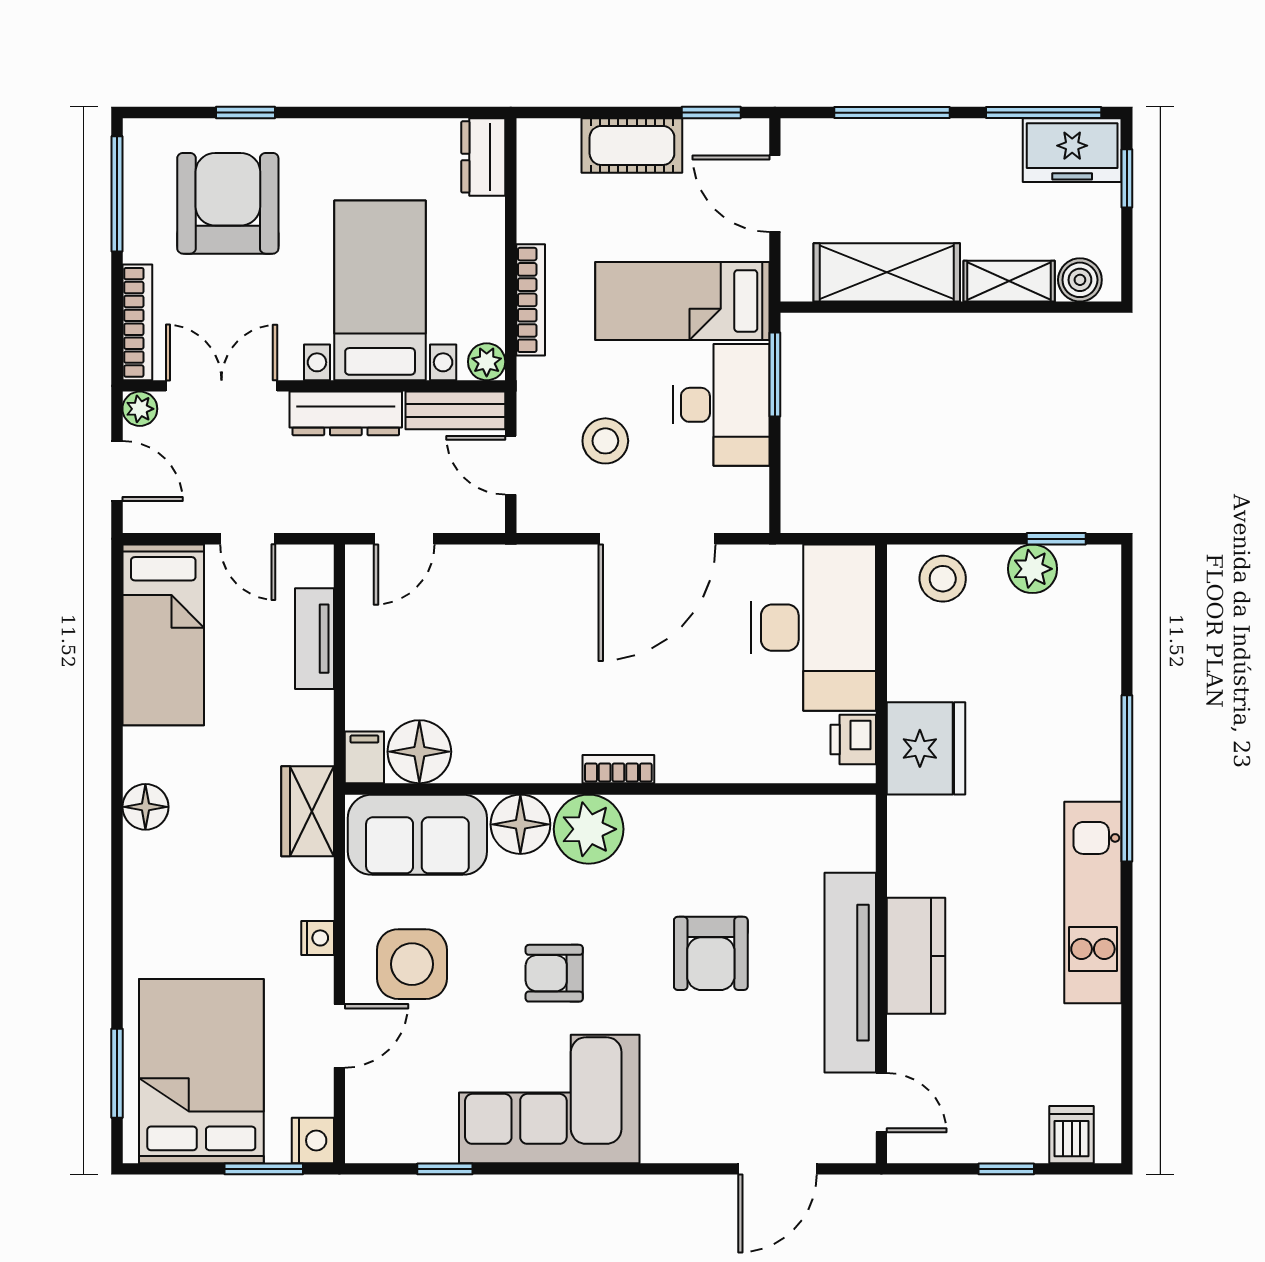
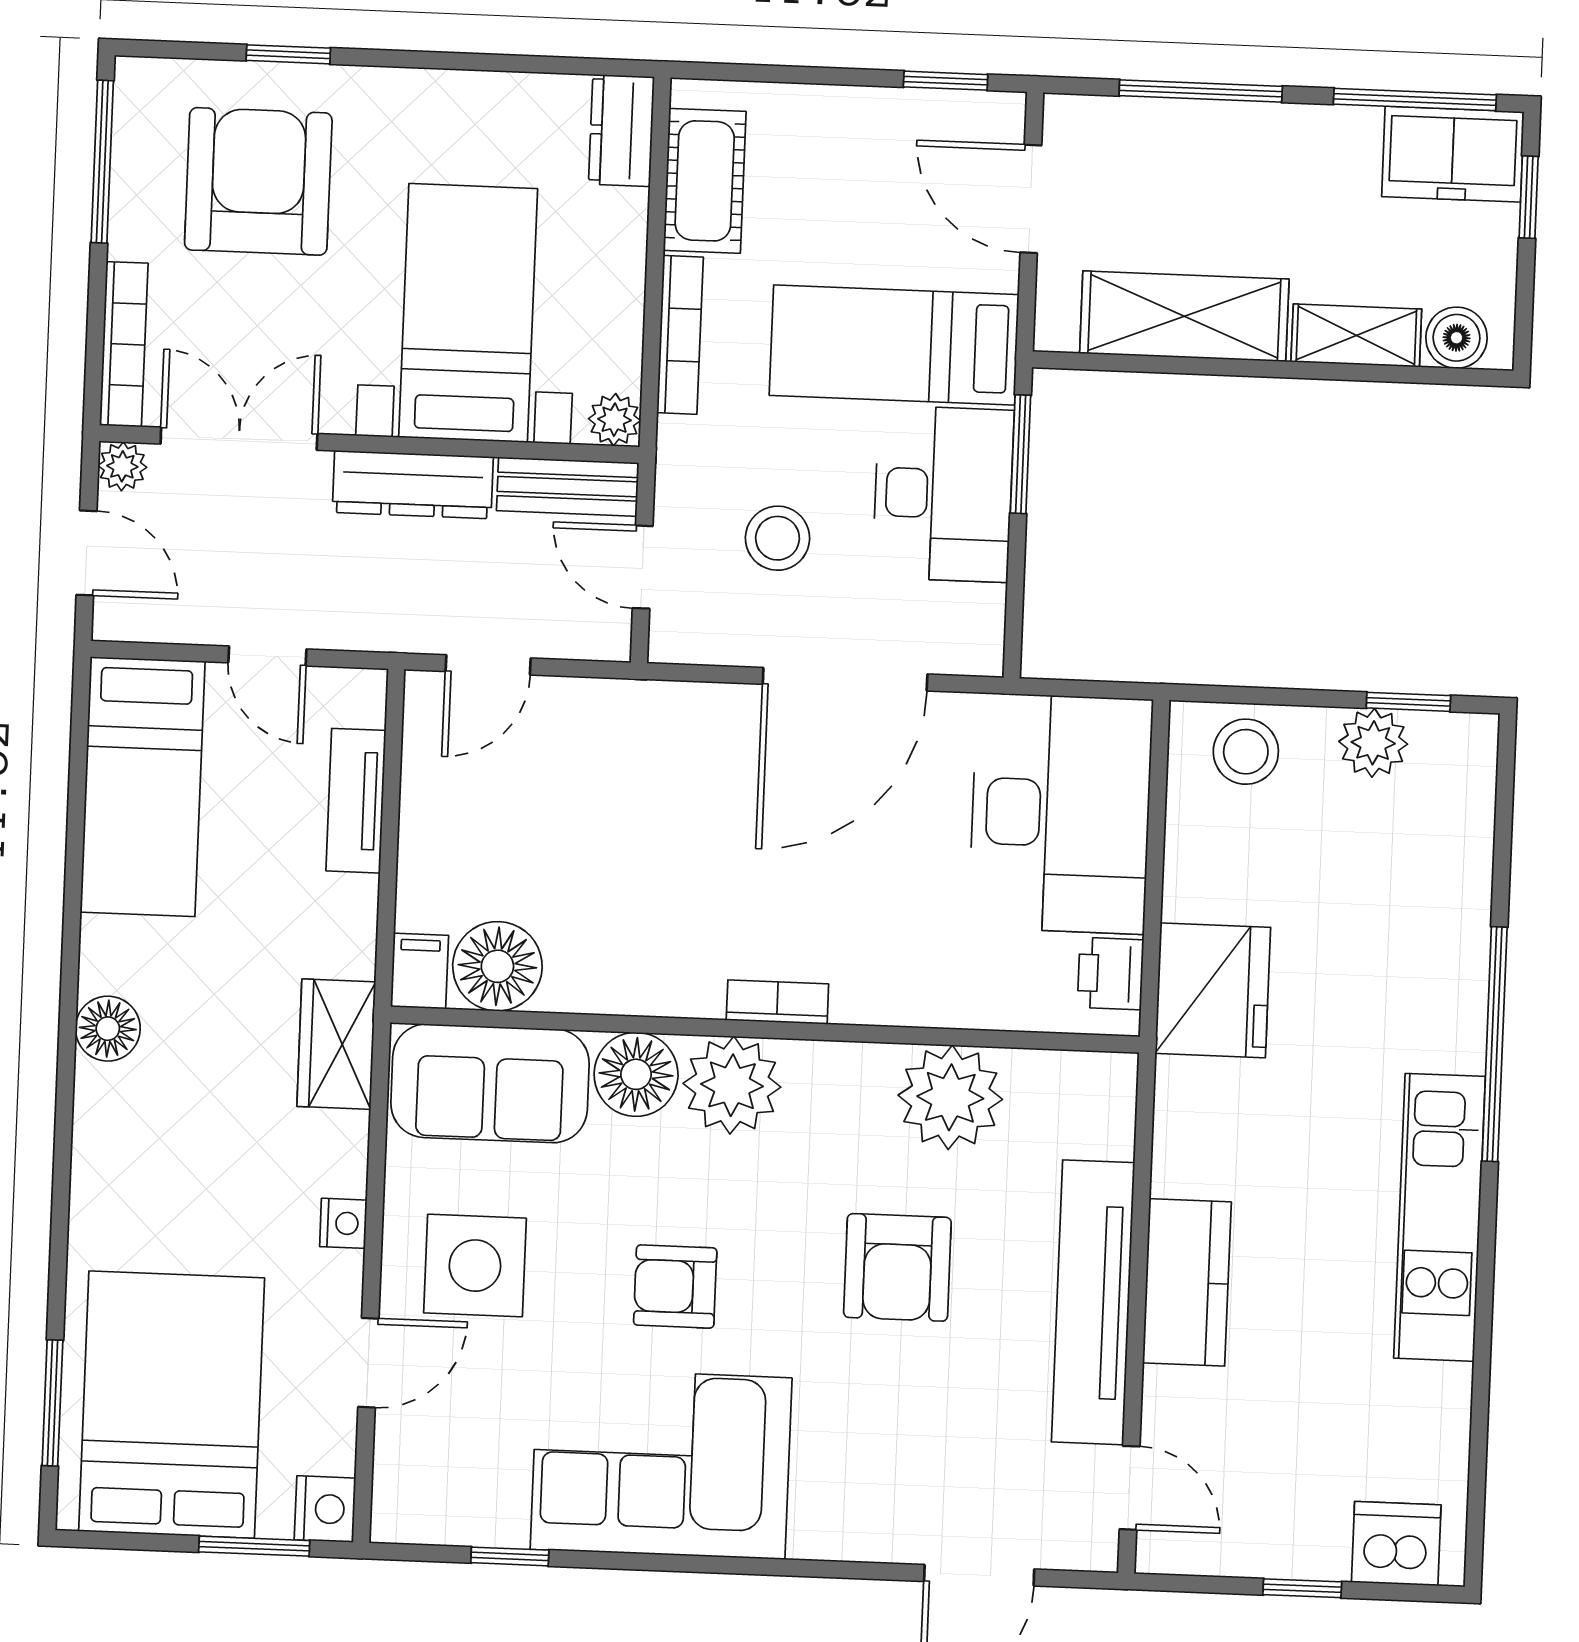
cot: (632, 145) -> (705, 181), moved, turned 90
plant: (743, 832) -> (950, 1097), added
dishwasher: (1072, 1135) -> (1396, 1544), width x1.38

